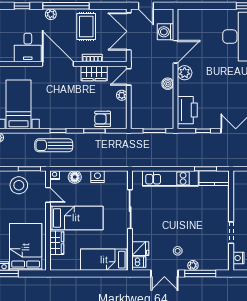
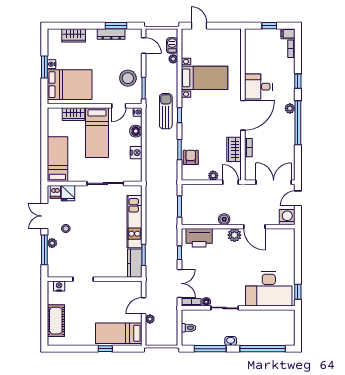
rug: (86, 26) -> (278, 142), removed
washing machine: (165, 32) -> (287, 217), moved

